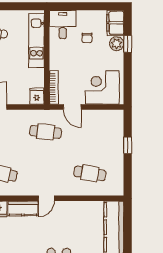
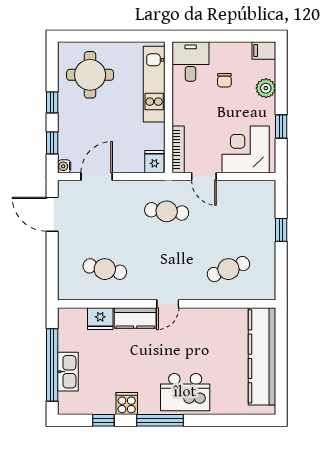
filing cabinet: (115, 23) -> (264, 50), width x0.50
window: (128, 44) -> (281, 126), moved
cafe table: (90, 173) -> (228, 269), turned -30

